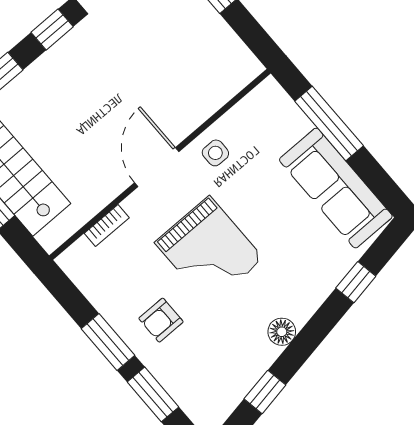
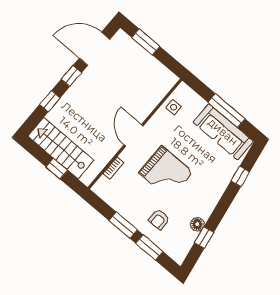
window: (329, 124) -> (226, 110), moved
side table: (215, 153) -> (174, 107), moved
armchair: (161, 320) -> (159, 219), moved
floor lamp: (282, 332) -> (197, 224), moved

